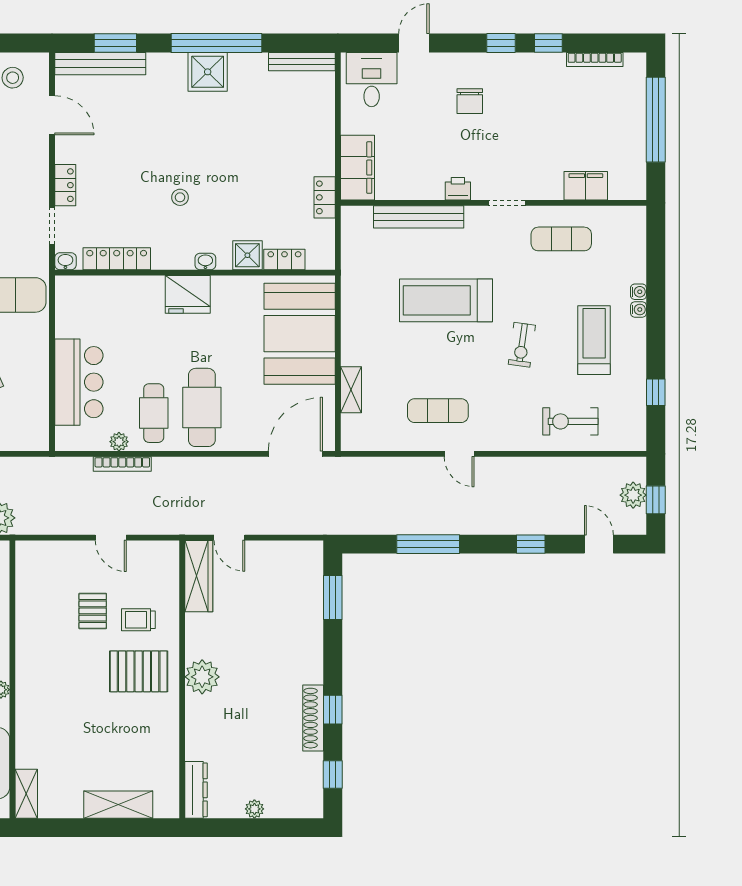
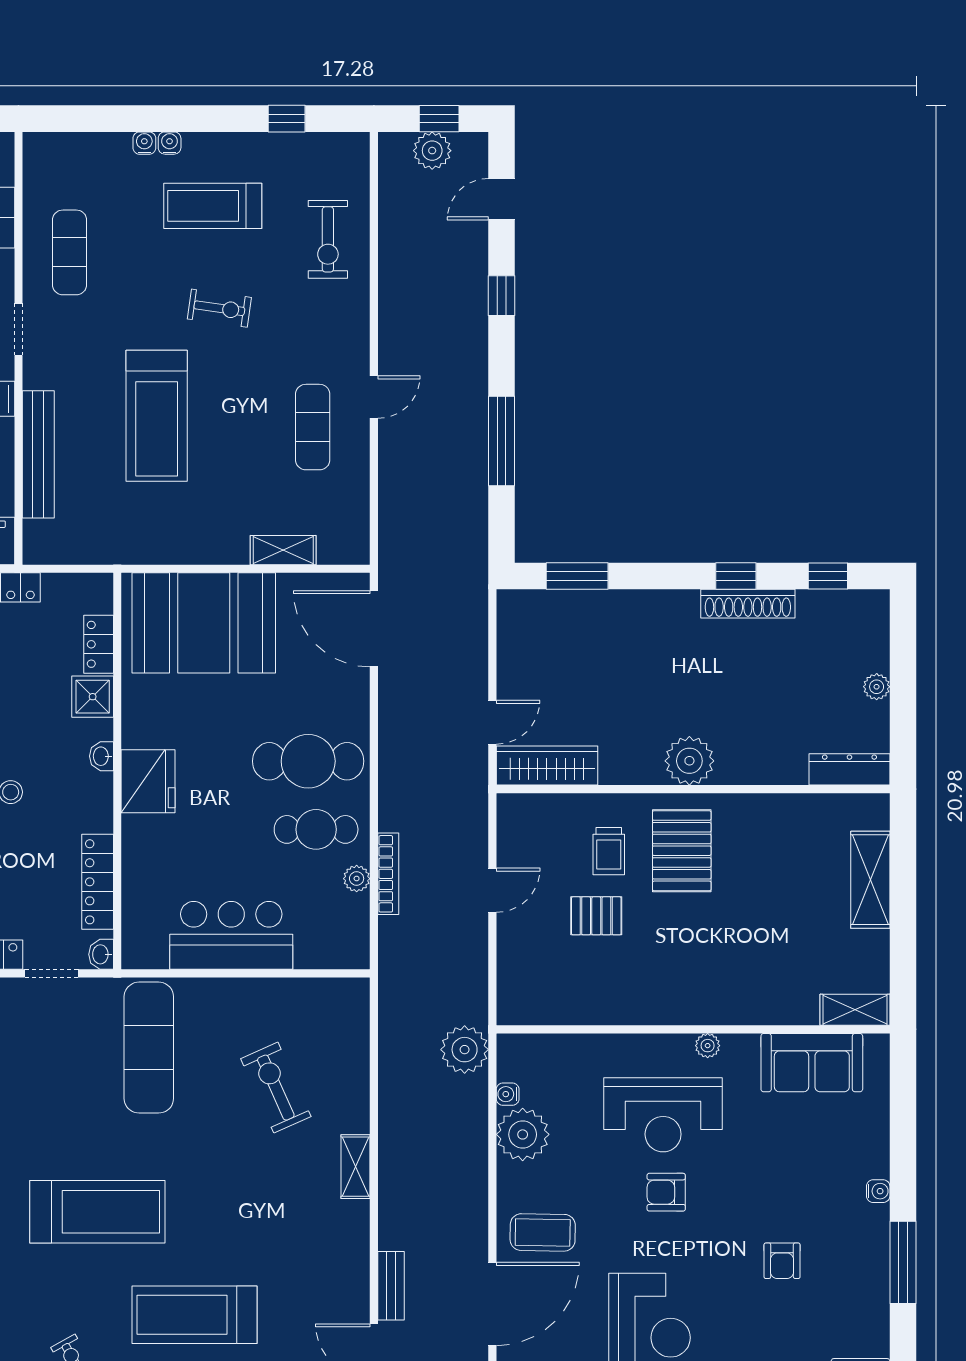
bar counter: (79, 382) -> (231, 935), moved

